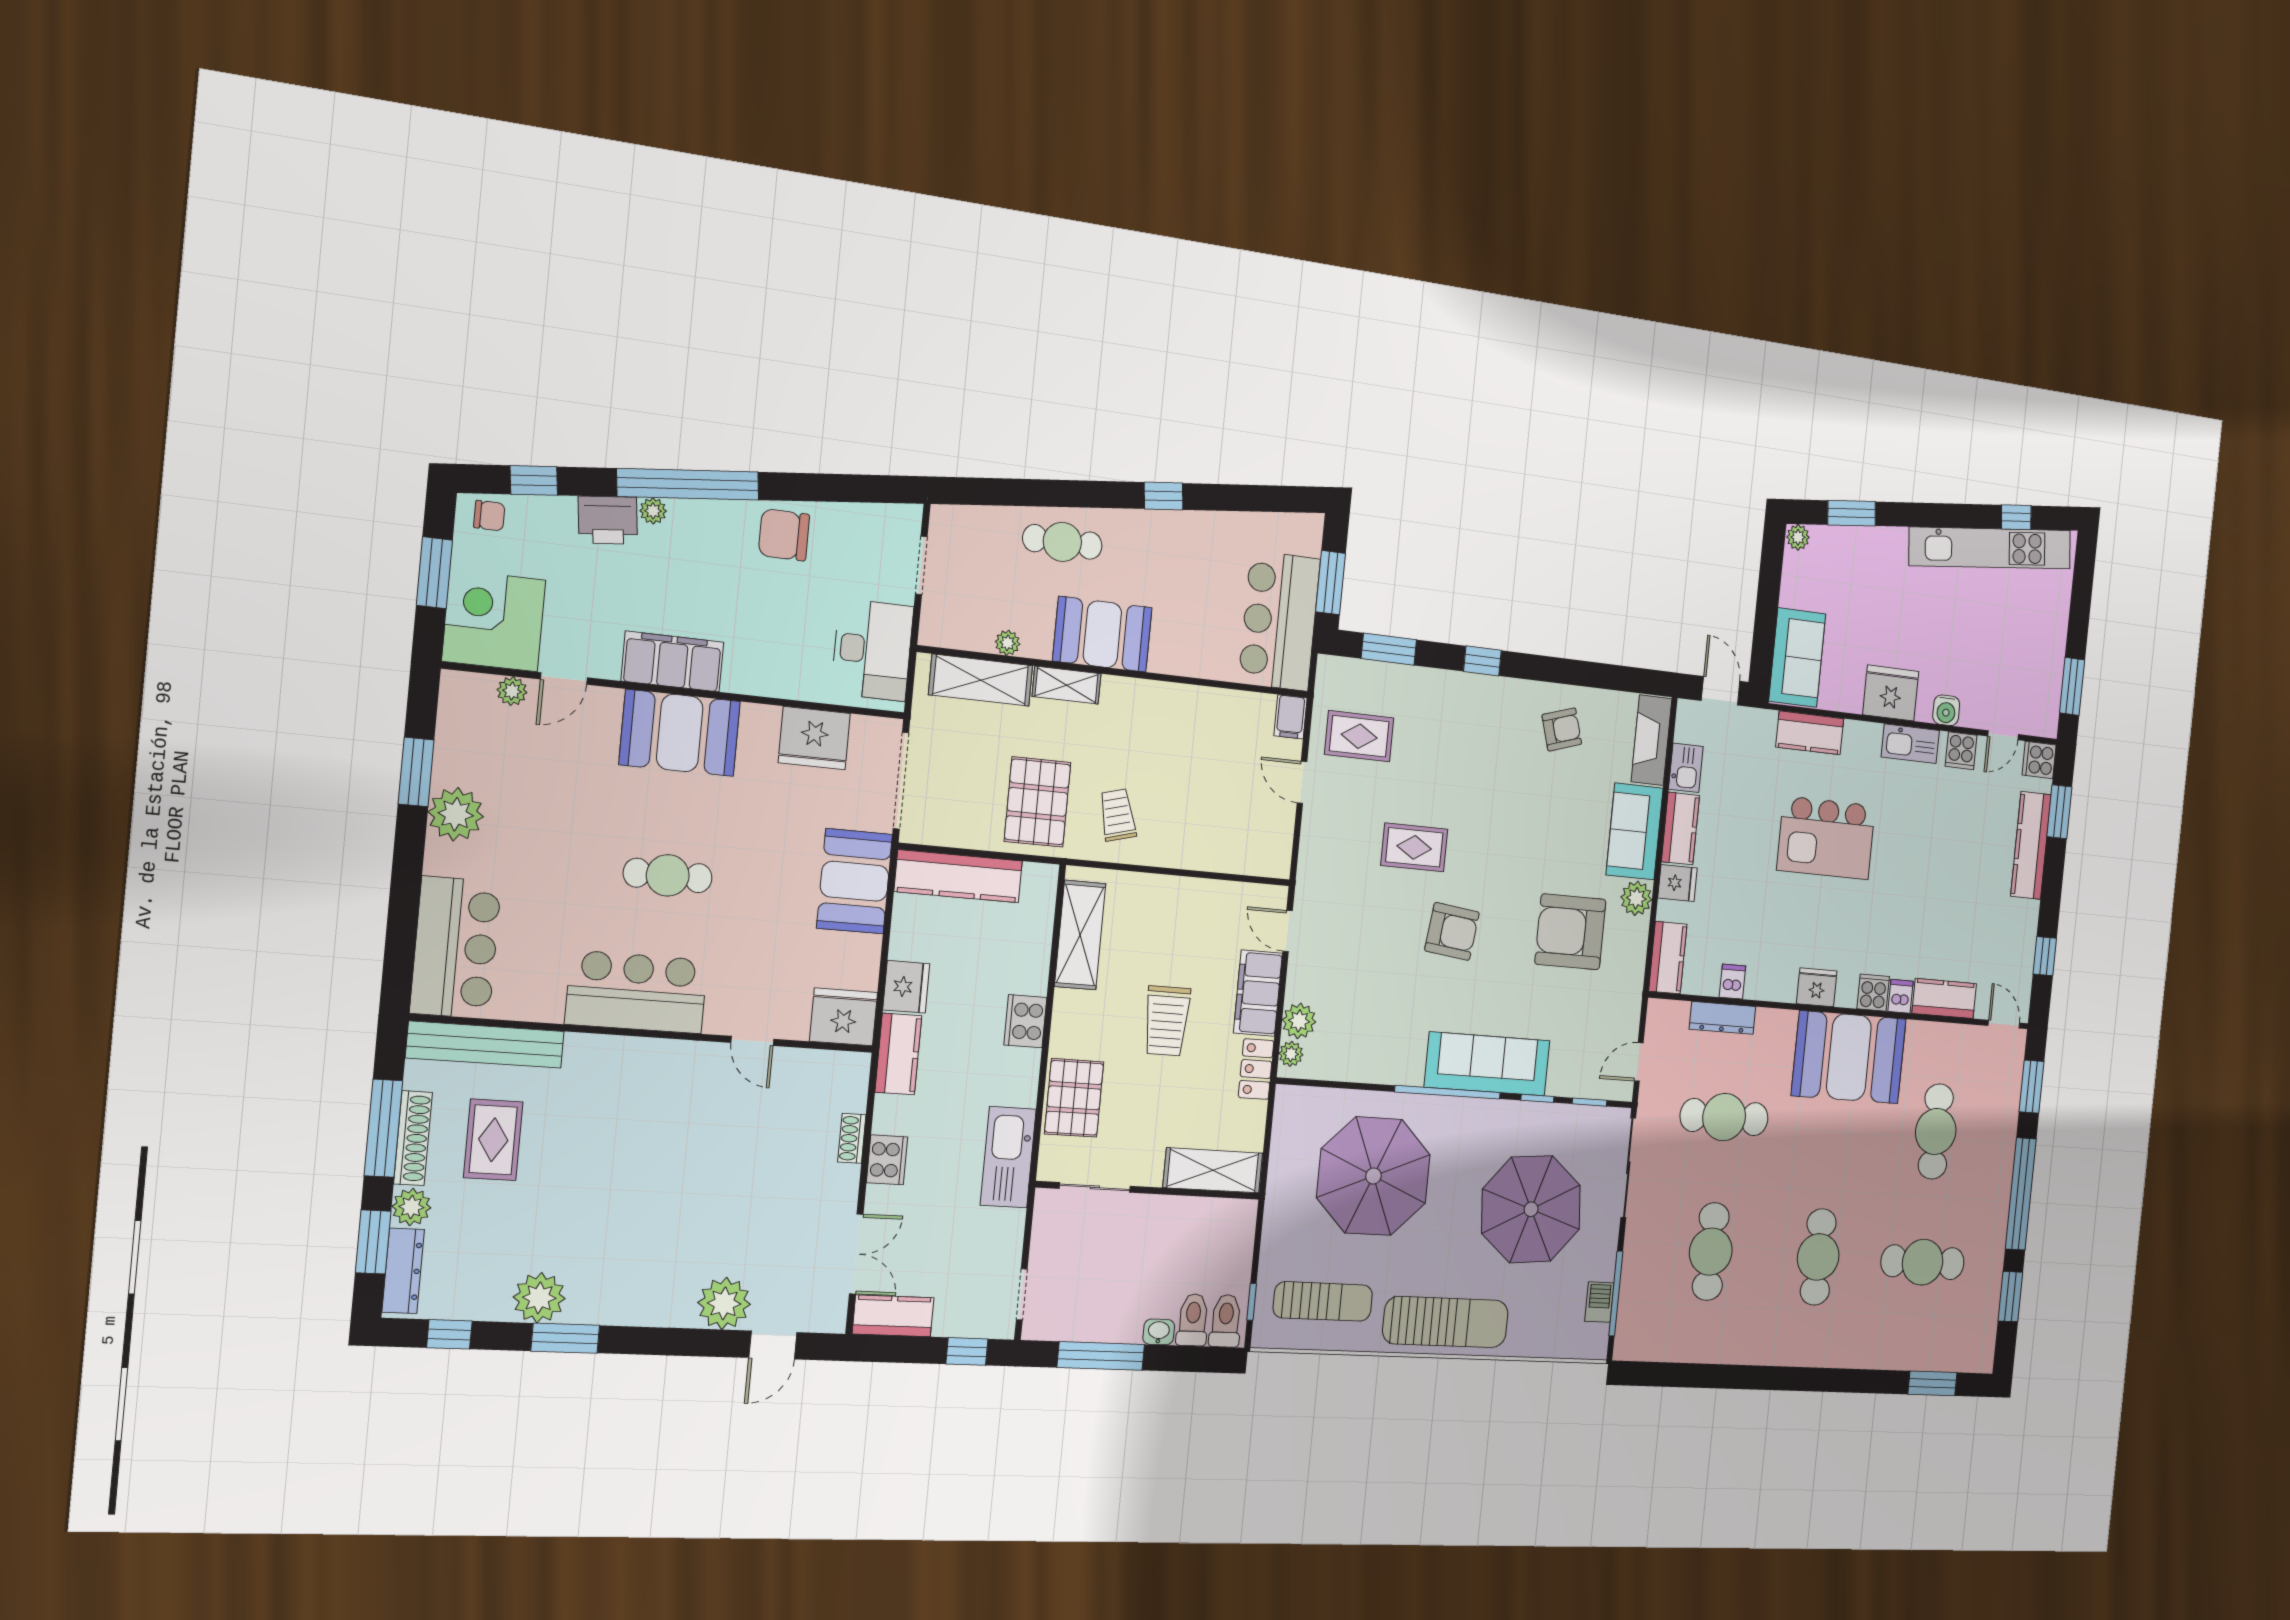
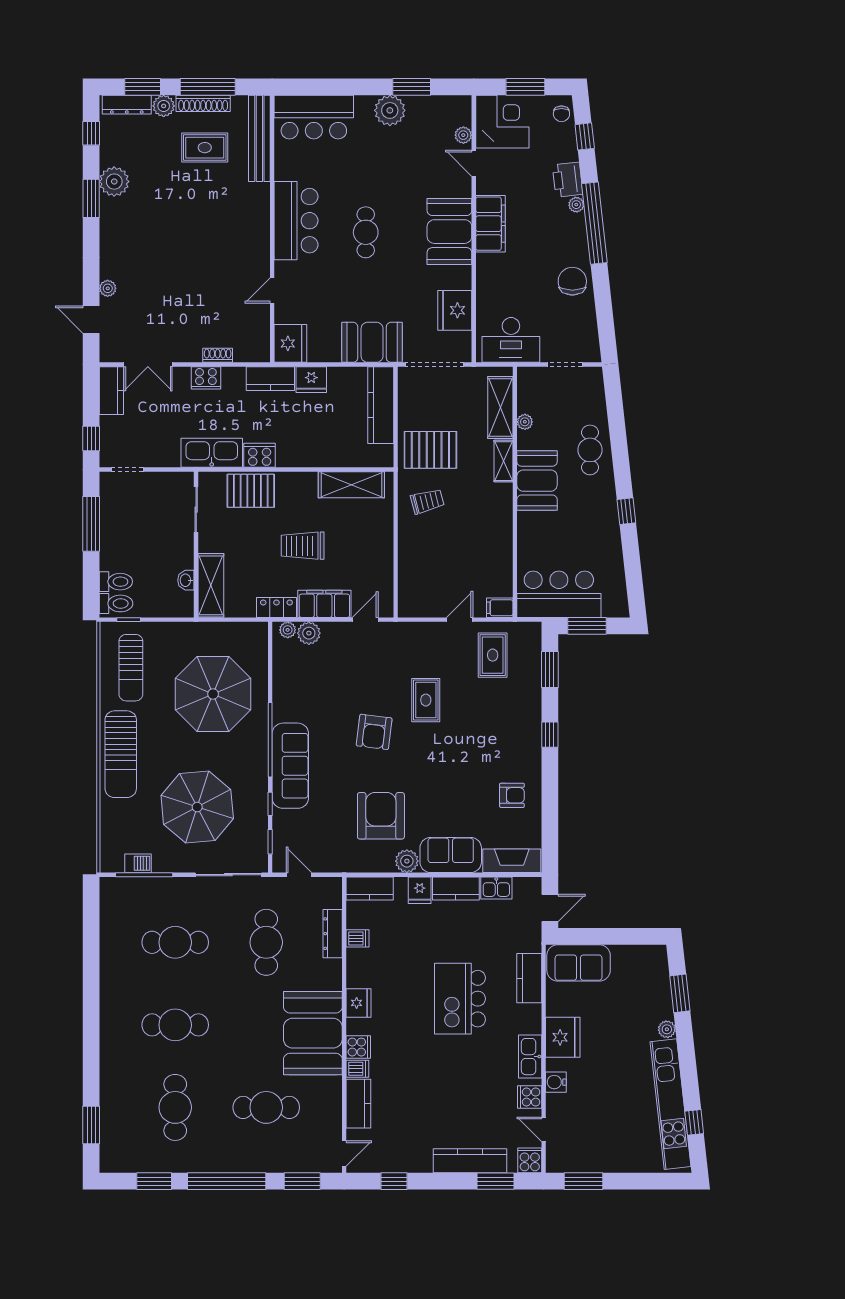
plant: (1798, 537) -> (667, 1029), moved
armchair: (1562, 729) -> (512, 795), turned -73
cooker: (1025, 1021) -> (260, 455), moved
plant: (724, 1303) -> (108, 288), width x0.53, depth x0.53
washbasin: (1159, 1332) -> (186, 580), moved, turned 180

